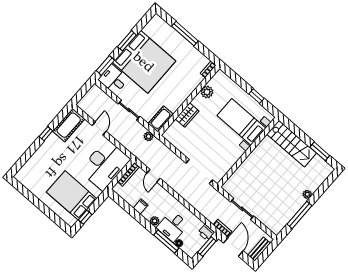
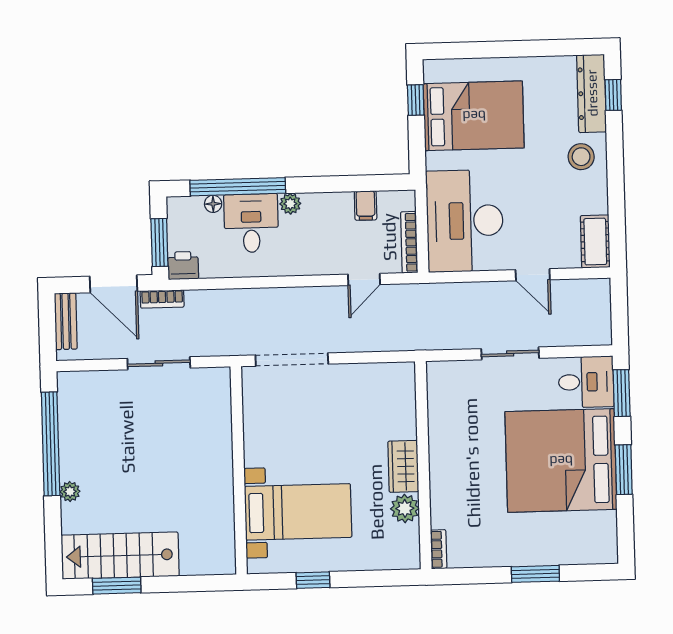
window: (185, 34) -> (535, 574), width x0.69
wardrobe: (187, 115) -> (403, 466), moved
cot: (161, 119) -> (442, 389), removed
cot: (69, 125) -> (595, 242), width x0.73, depth x0.75
window: (46, 134) -> (613, 95), moved
plant: (149, 136) -> (435, 339), removed
stairs: (292, 144) -> (120, 556), moved
stool: (50, 151) -> (581, 157), added
dresser: (28, 168) -> (592, 93), added
door: (153, 176) -> (364, 279), swing flipped
filing cabinet: (141, 206) -> (366, 205), moved
window: (299, 215) -> (51, 444), width x1.46
window: (166, 241) -> (238, 187), width x1.46

